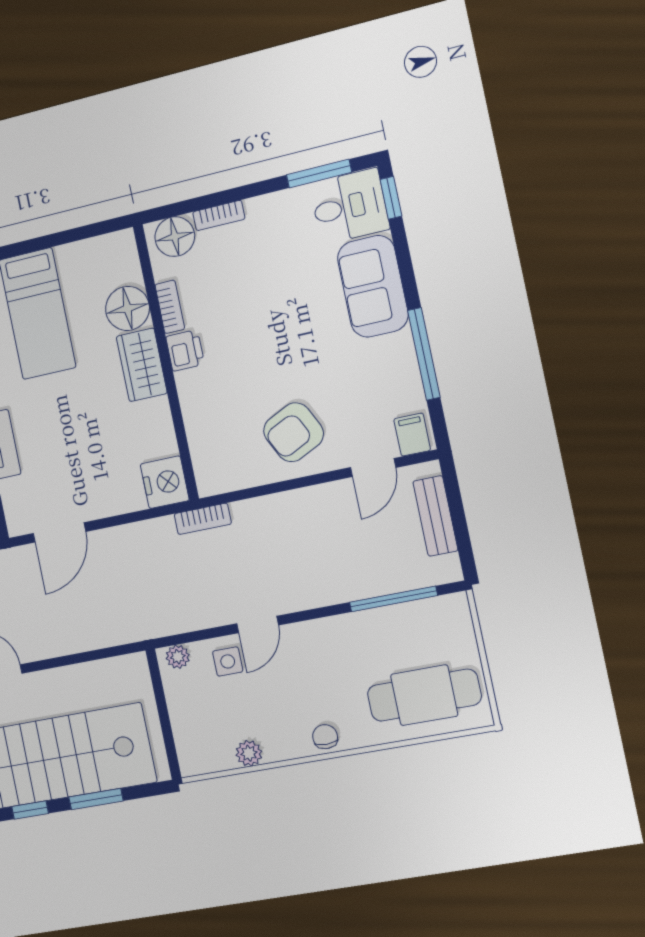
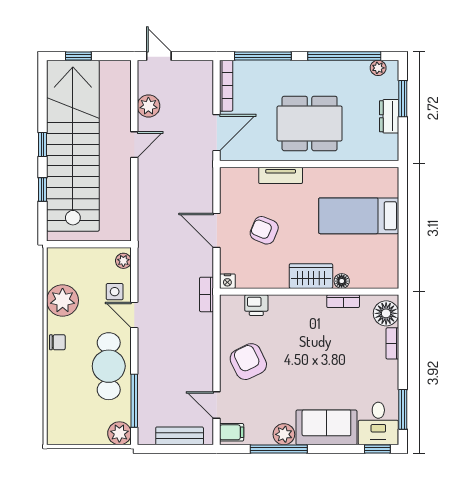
floor lamp: (127, 308) -> (342, 281), width x0.53, depth x0.53
printer: (185, 350) -> (256, 305), moved
plant: (398, 351) -> (284, 434), added
armchair: (88, 451) -> (264, 230), added
nightstand: (165, 482) -> (227, 281), width x0.53, depth x0.56
door: (59, 532) -> (217, 230), moved
plant: (451, 612) -> (119, 433), added
cafe table: (424, 695) -> (109, 366), moved
plant: (249, 753) -> (63, 300), width x1.87, depth x1.87
window: (96, 799) -> (43, 189), width x0.67

